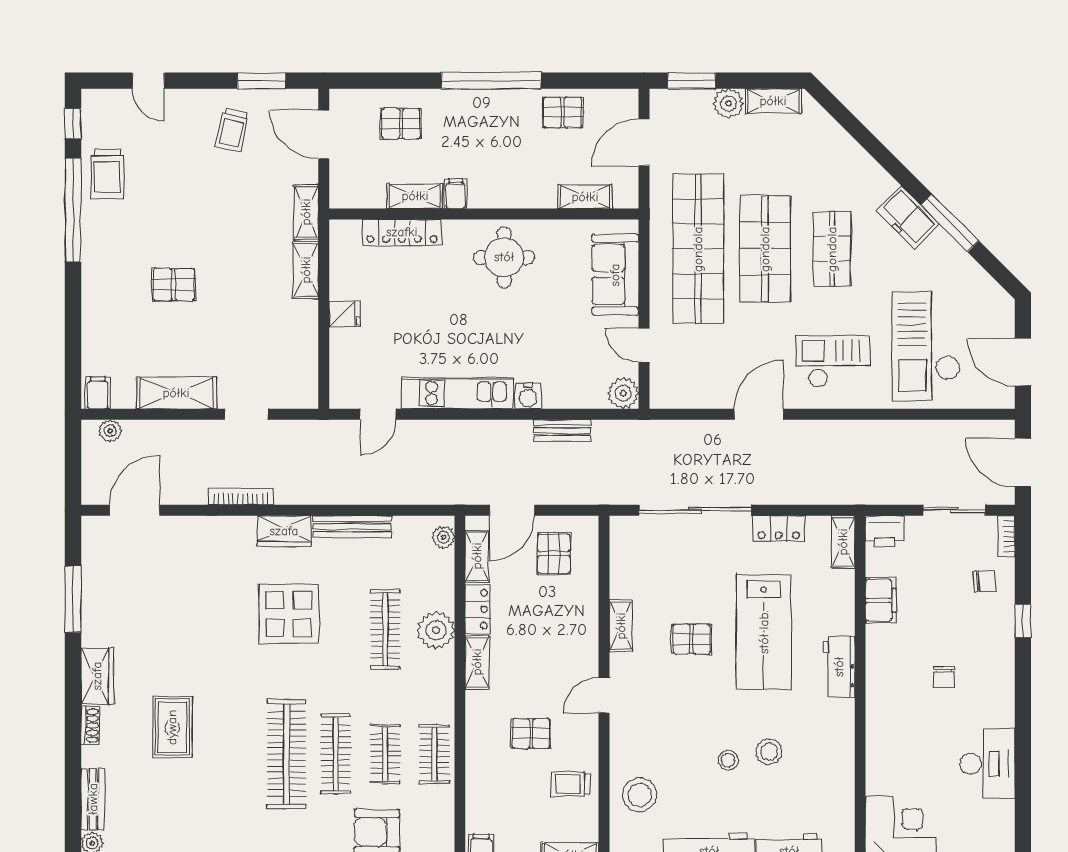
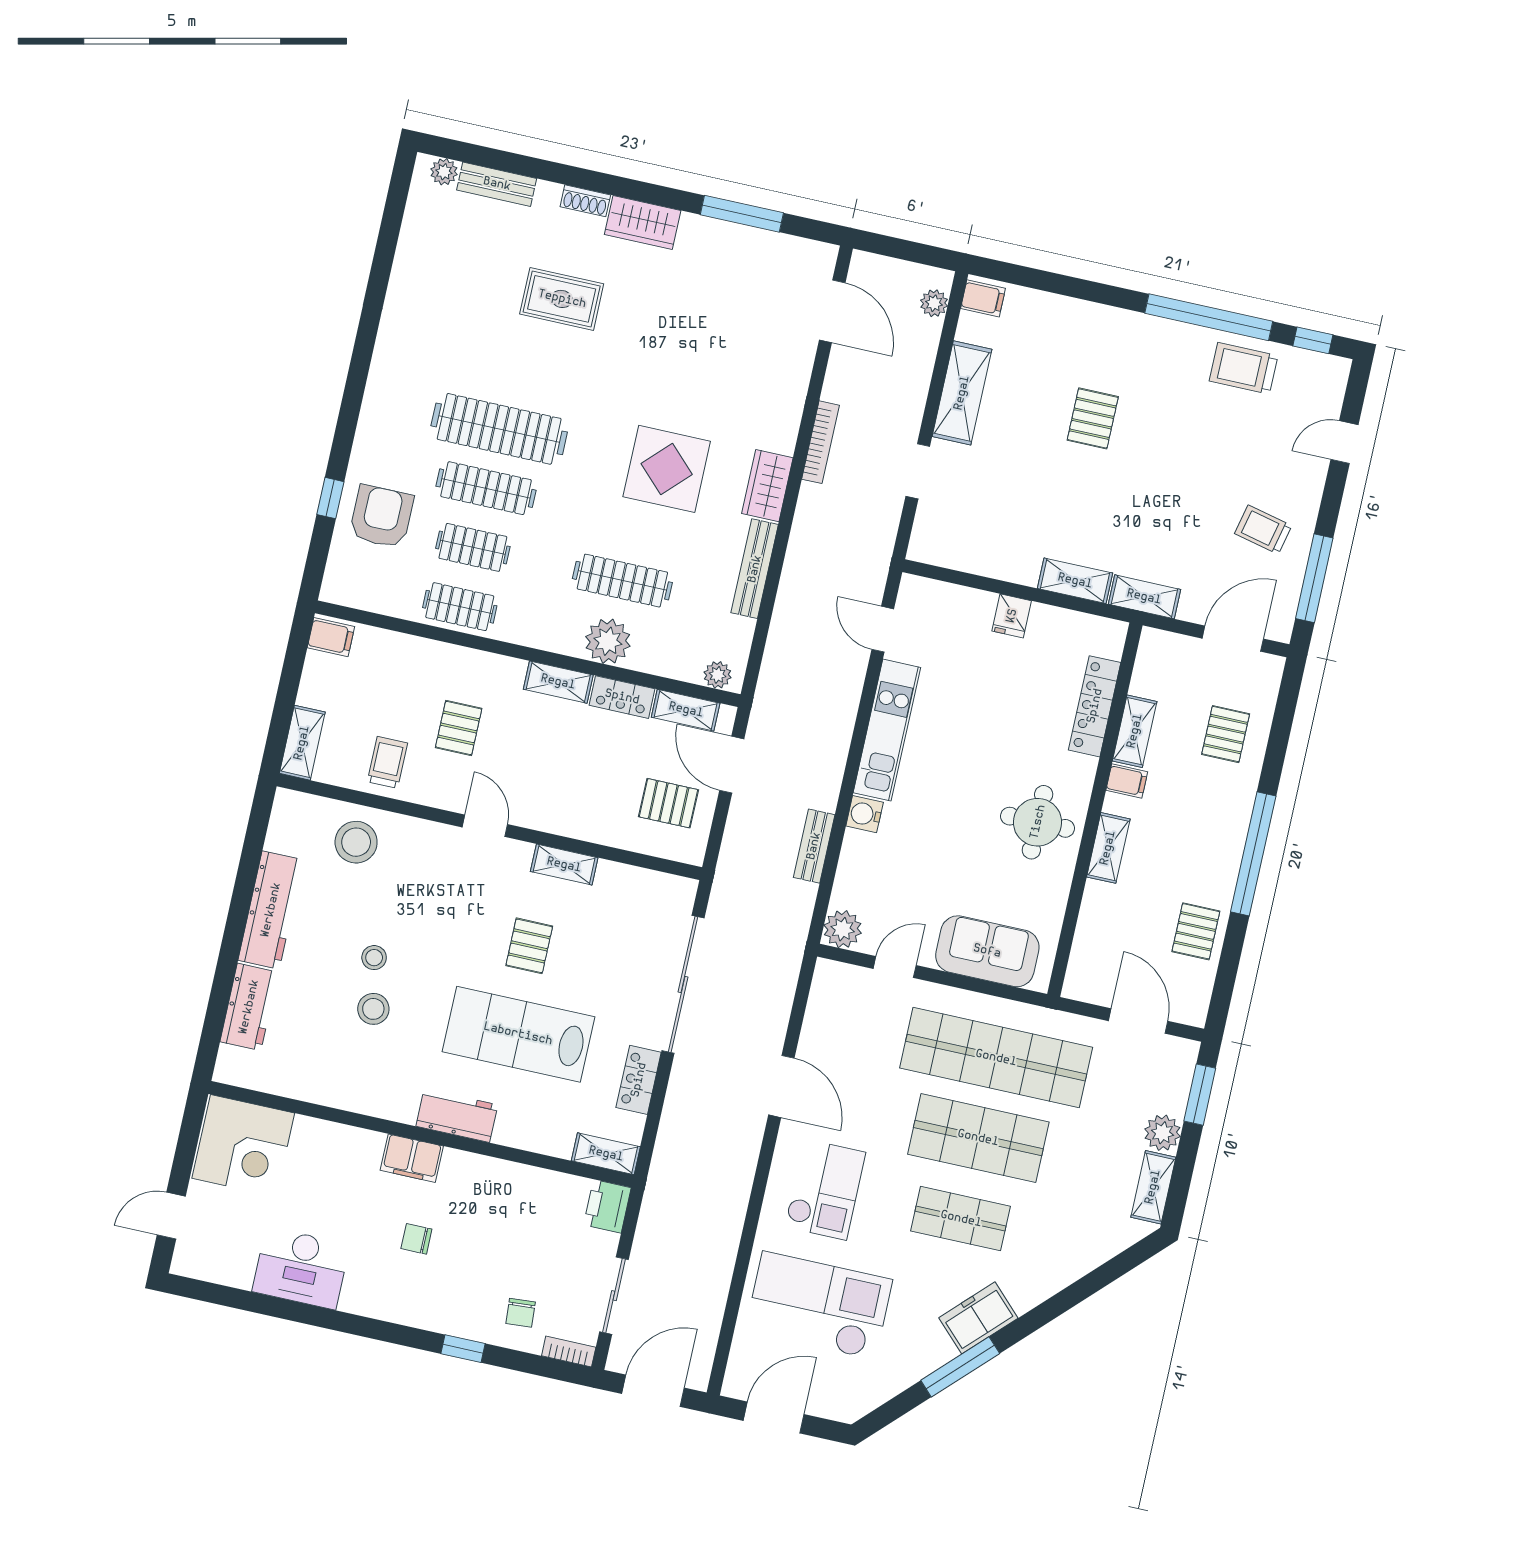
window: (262, 81) -> (1314, 578), width x1.44
shelving: (585, 197) -> (1108, 848), moved
filing cabinet: (881, 600) -> (412, 1158), moved

